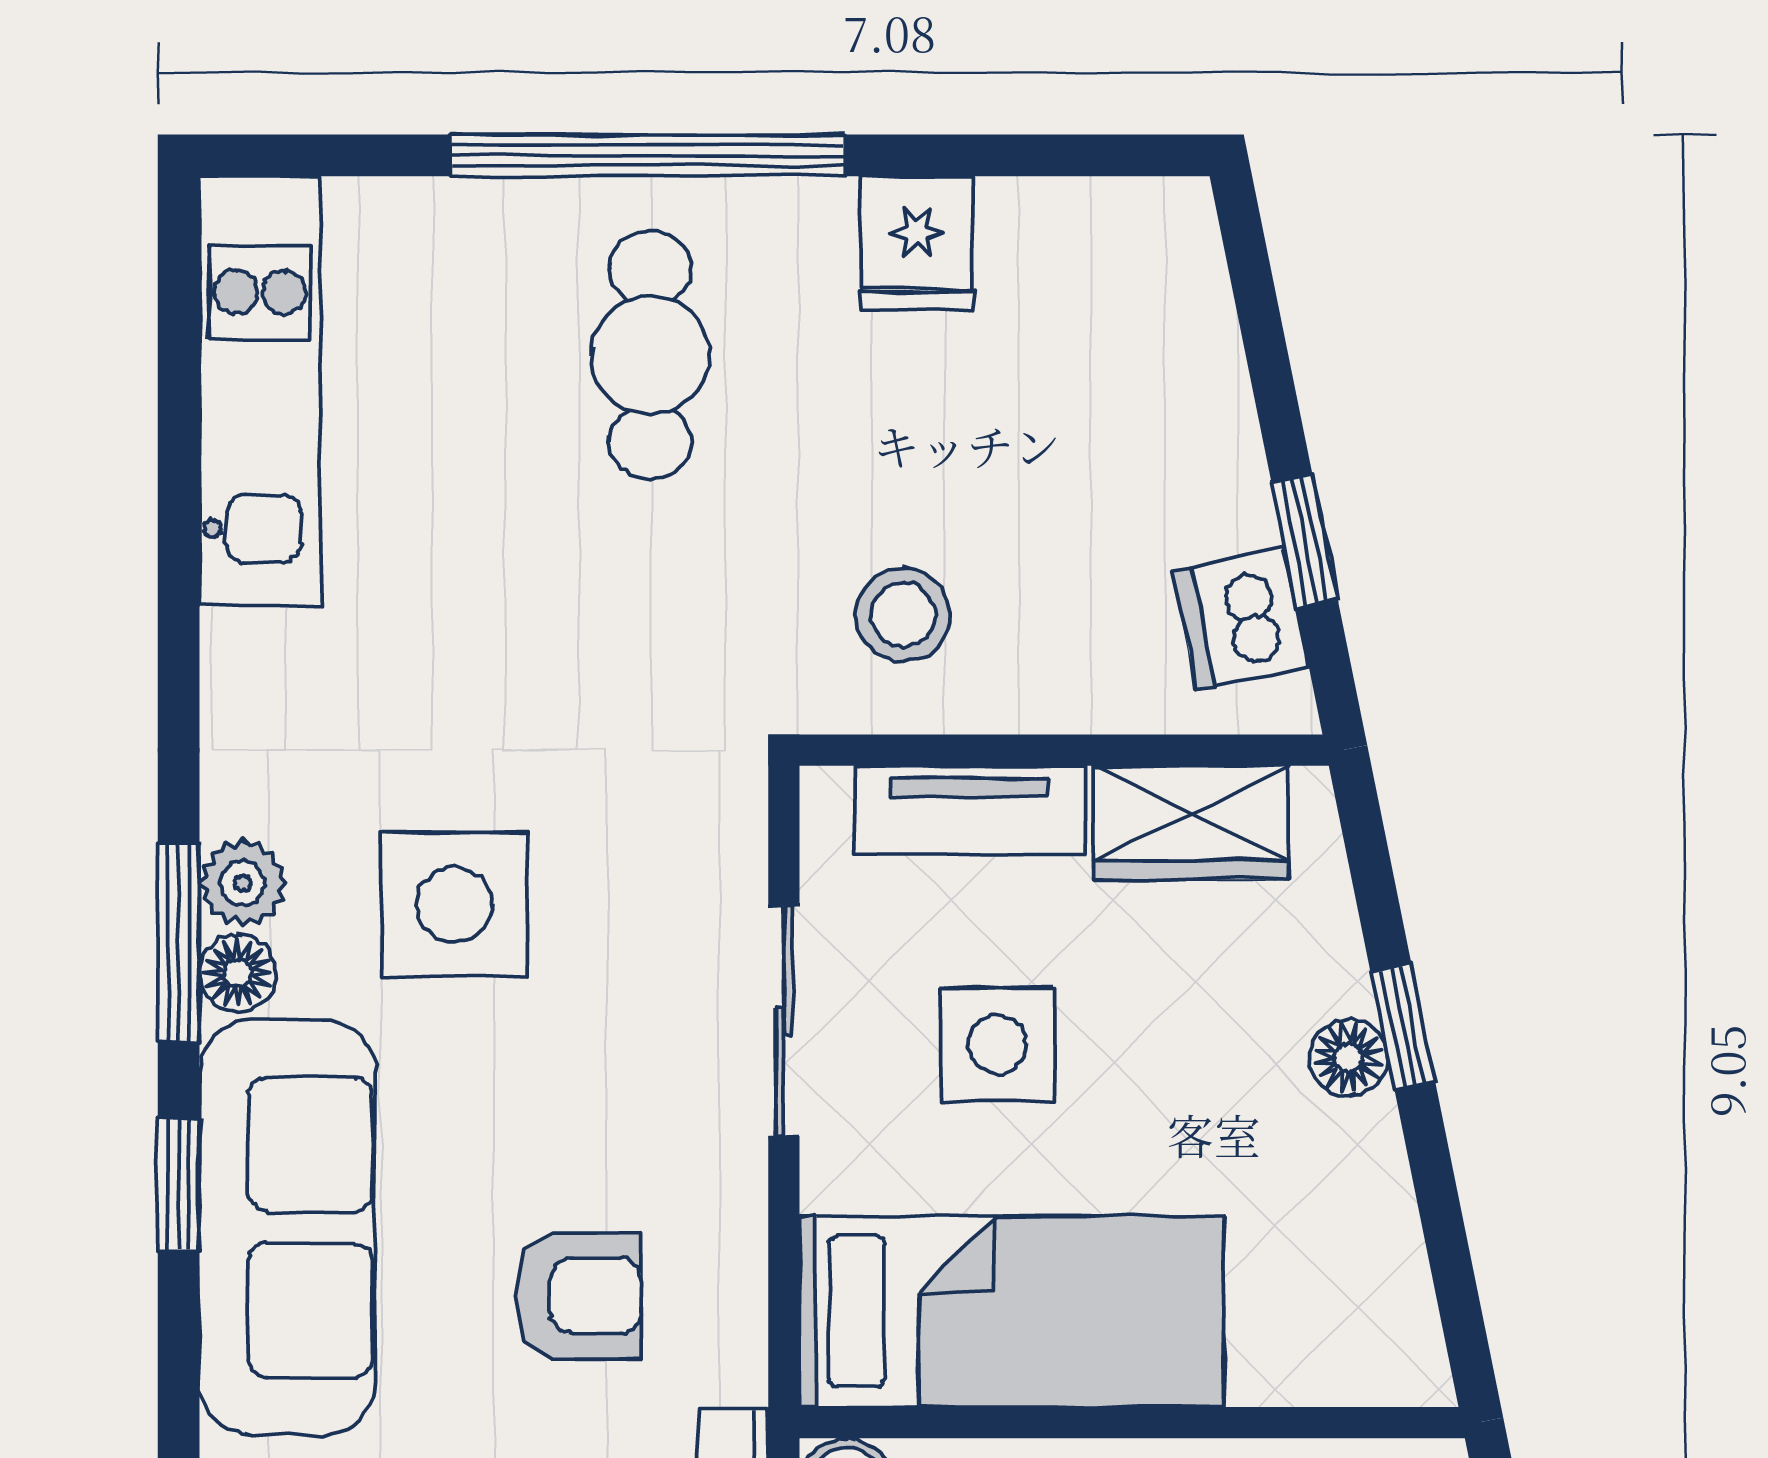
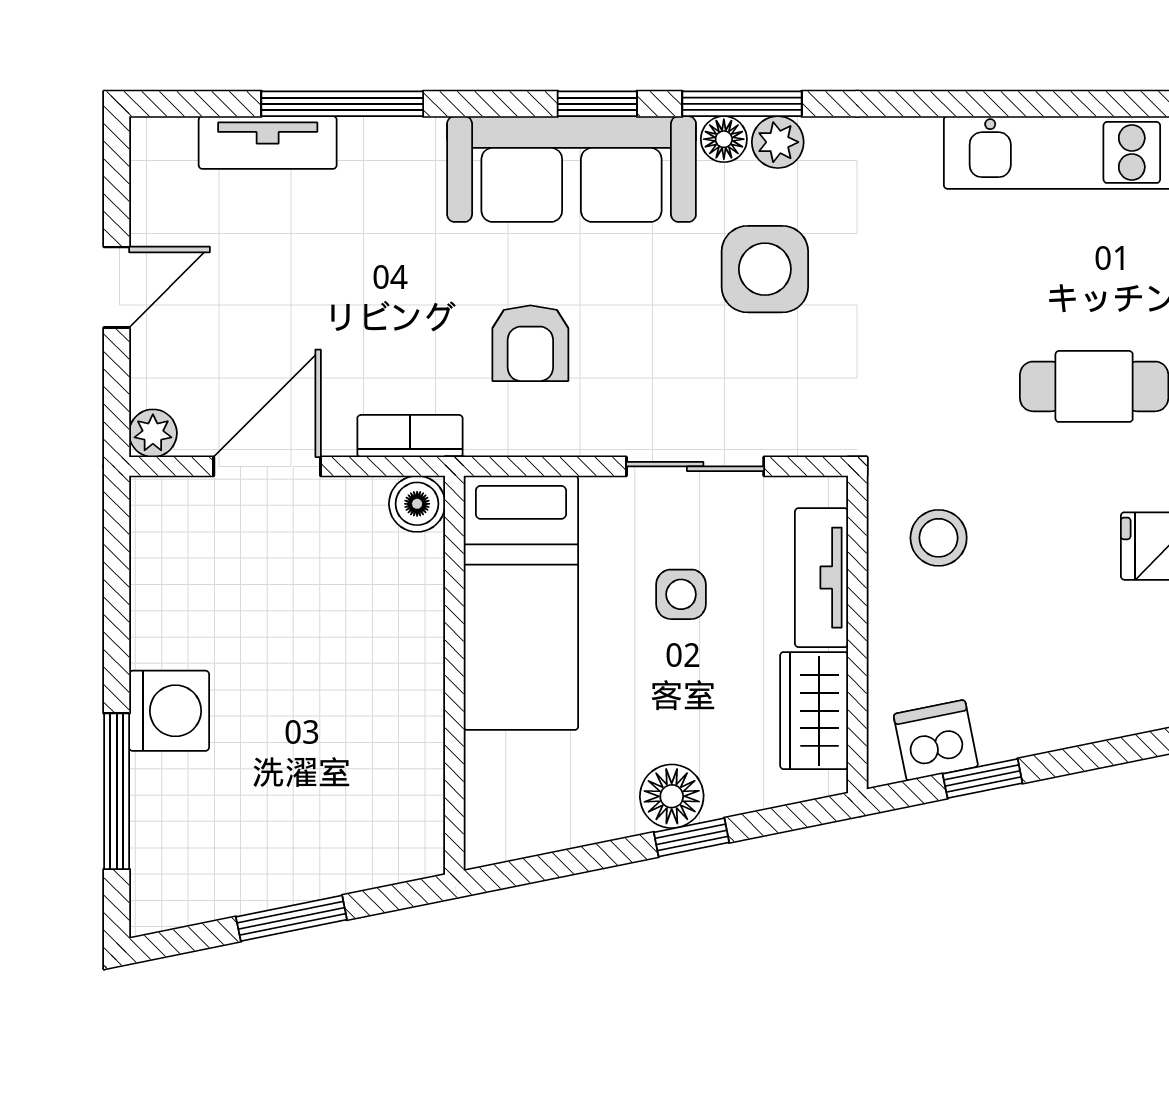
side table: (997, 1044) -> (681, 594), width x0.73, depth x0.73
floor lamp: (1348, 1057) -> (672, 796), width x1.37, depth x1.37

